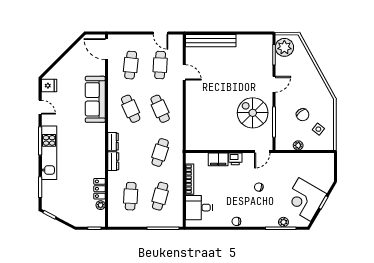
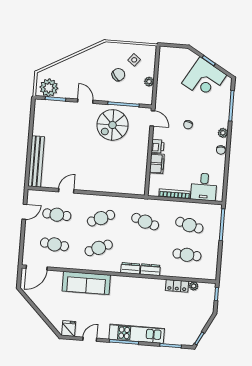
plant: (283, 222) -> (223, 133), moved

